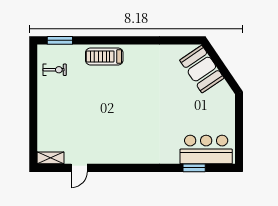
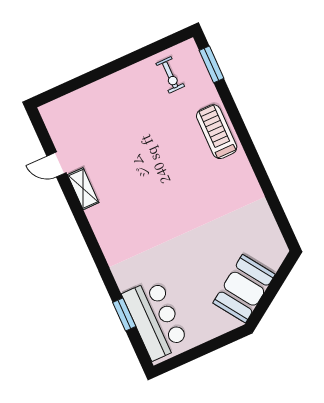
booth: (202, 69) -> (244, 289), moved
shelving: (51, 158) -> (83, 189), moved

